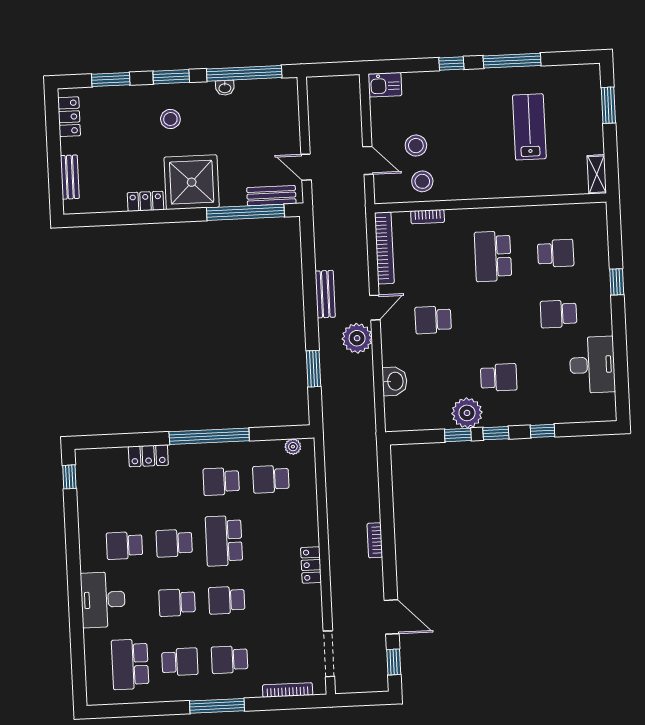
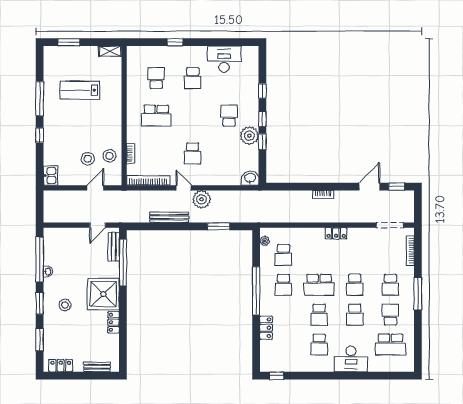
bench: (325, 294) -> (169, 217), width x1.36
washbasin: (395, 381) -> (250, 178), moved

